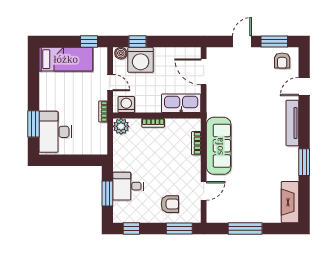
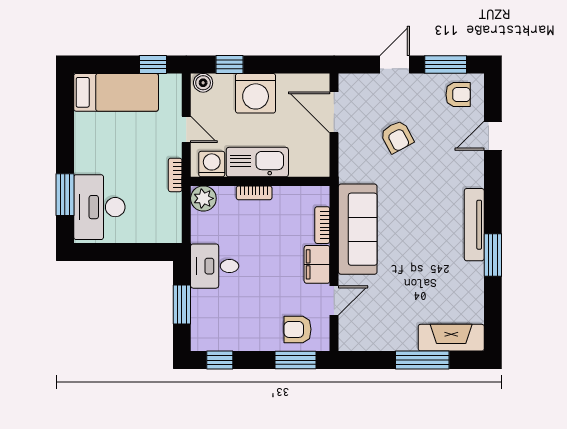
washing machine: (141, 60) -> (256, 93), moved
armchair: (282, 61) -> (458, 95), turned -90
armchair: (243, 87) -> (397, 137), added
kitchen sink: (181, 103) -> (257, 162), moved
tv unit: (292, 123) -> (474, 225), moved
filing cabinet: (193, 168) -> (317, 264), added
desk: (128, 186) -> (215, 266), moved
fireplace: (290, 202) -> (451, 338), moved, turned 90
armchair: (170, 204) -> (298, 329), moved, turned 180
window: (245, 229) -> (422, 360), moved

